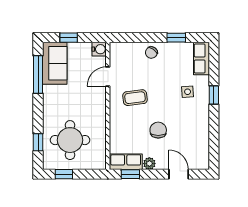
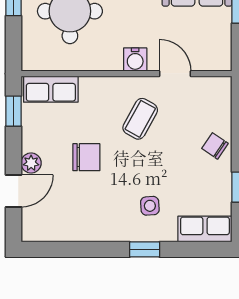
water cooler: (99, 49) -> (135, 60), moved
coffee table: (135, 98) -> (140, 119), turned 36
row of seats: (126, 162) -> (51, 89), moved, turned 90
plant: (149, 164) -> (31, 163), moved

